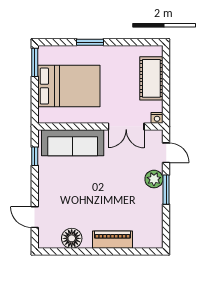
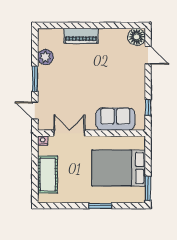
sofa: (73, 143) -> (115, 119), width x0.73
plant: (154, 179) -> (45, 57), moved
floor lamp: (72, 238) -> (137, 37), moved

